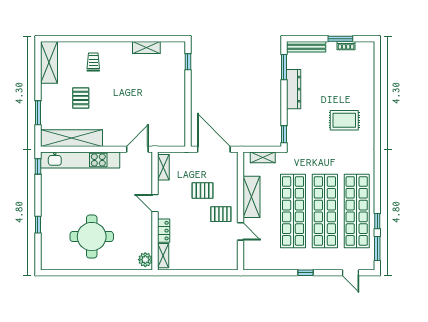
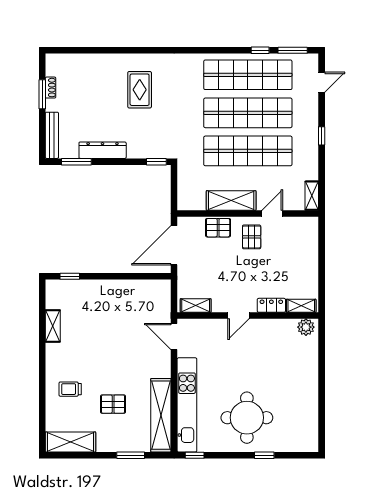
shelving: (263, 157) -> (312, 196), moved
pallet: (203, 191) -> (218, 228), moved, turned 90
round table: (92, 237) -> (247, 418), moved

